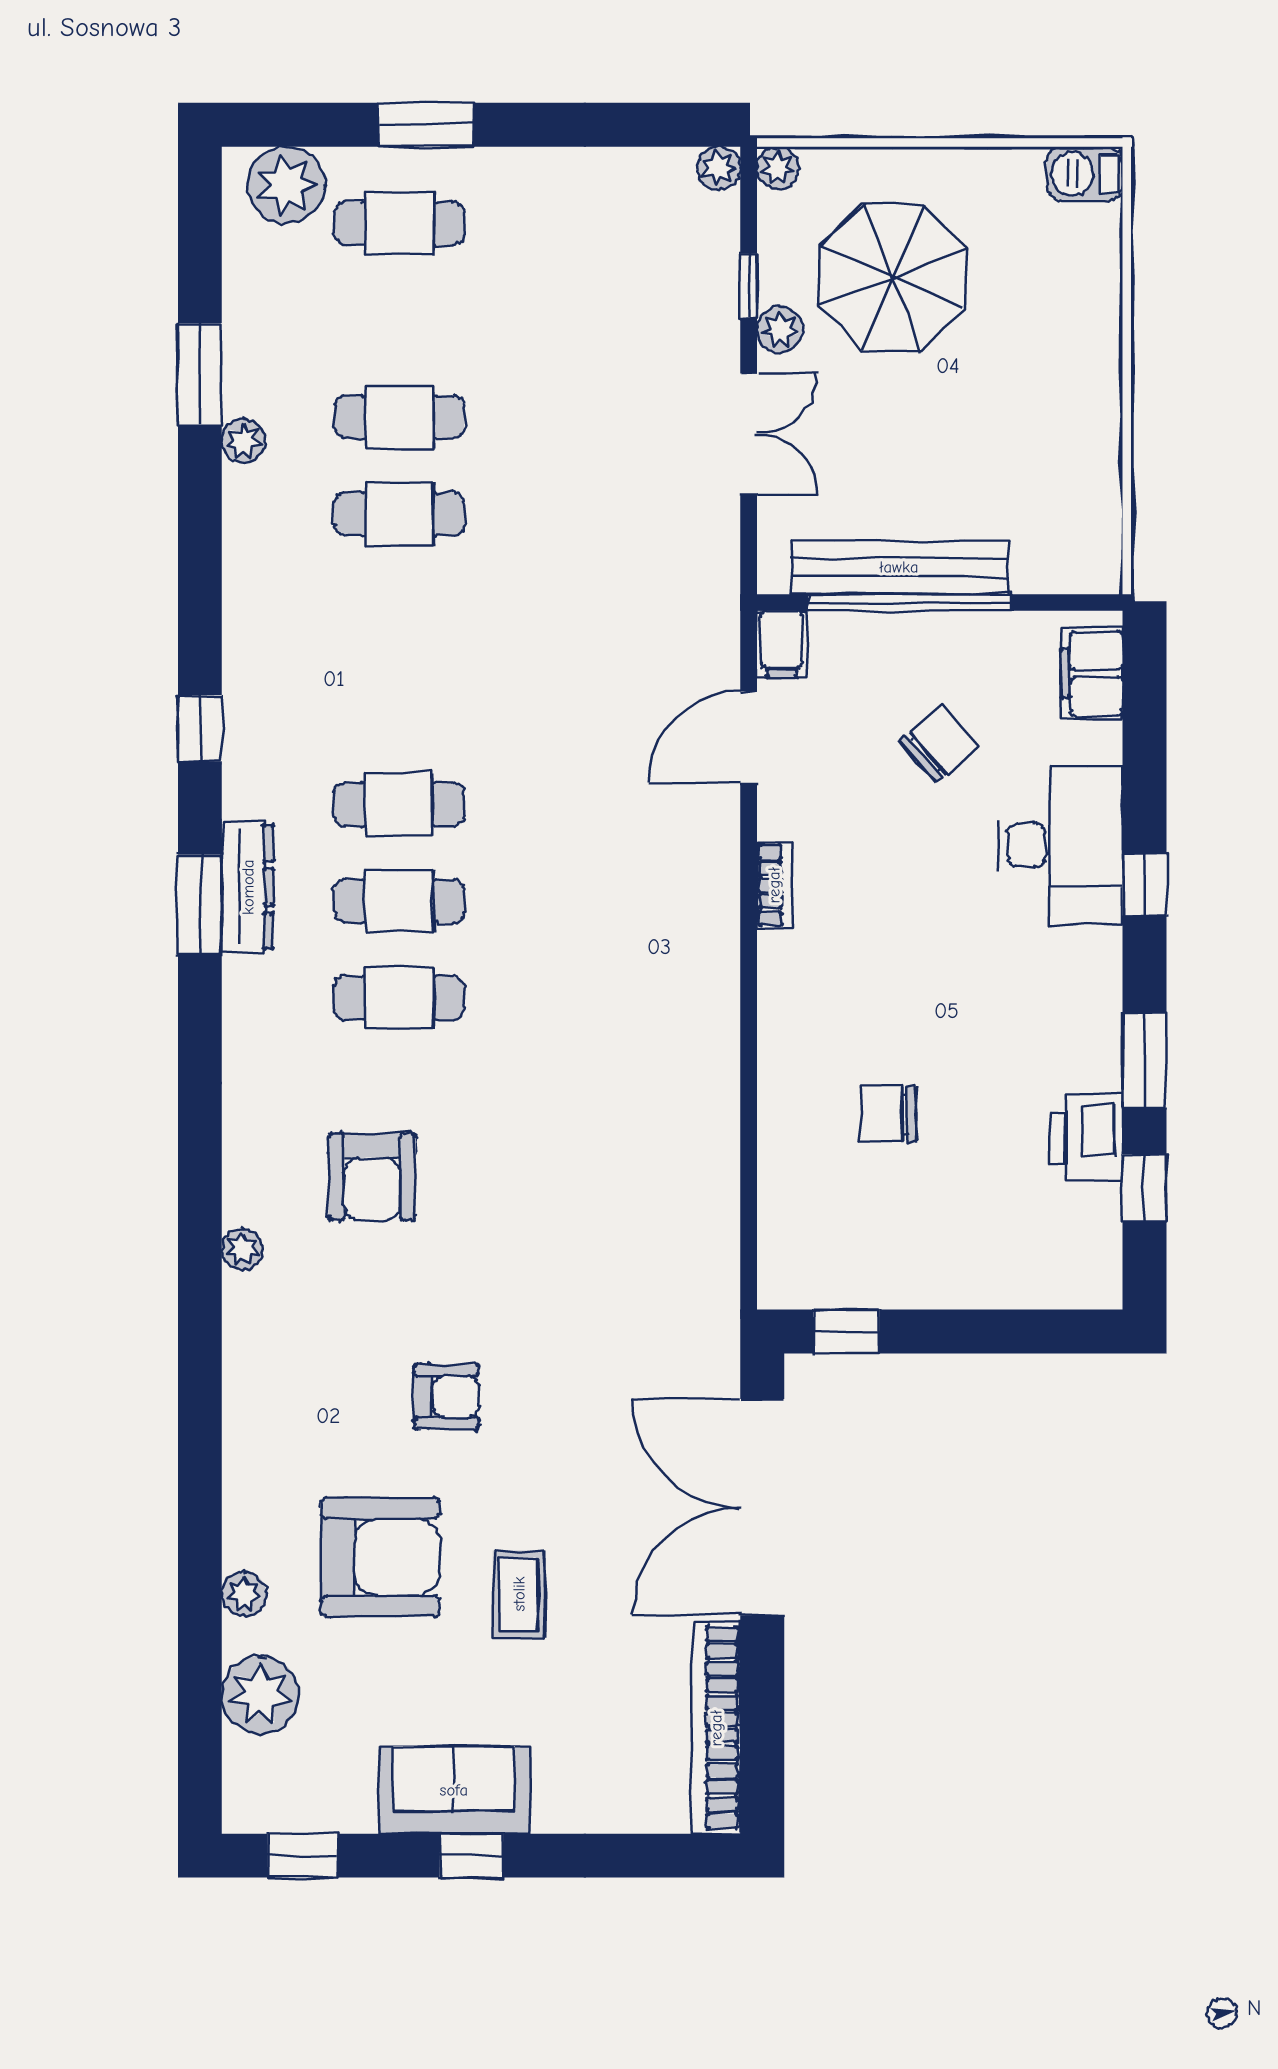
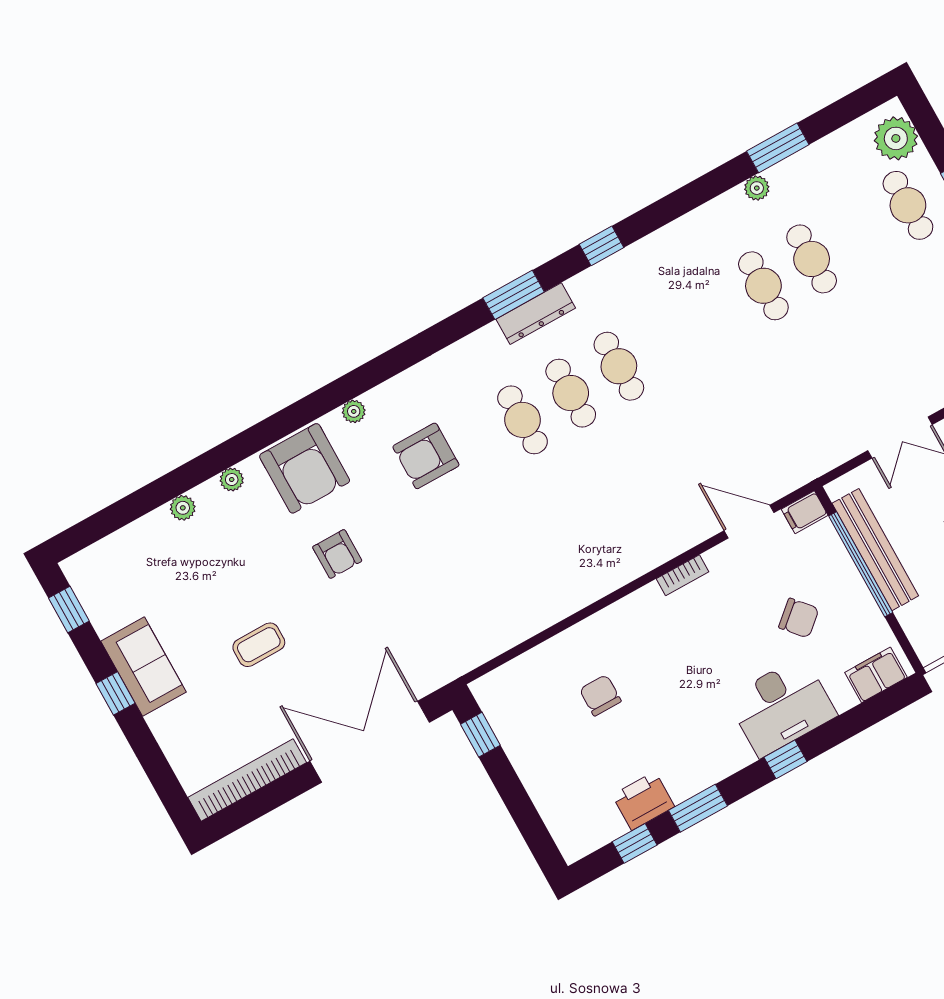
armchair: (380, 1557) -> (305, 468), moved
plant: (261, 1695) -> (232, 480), moved, width x0.53, depth x0.53

